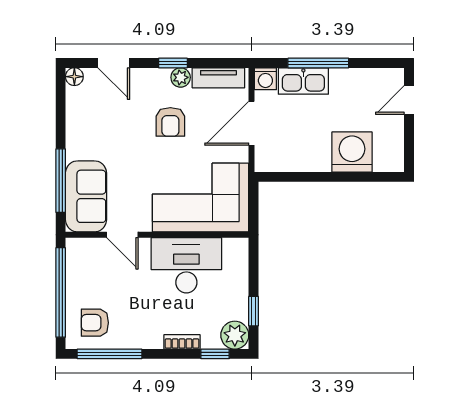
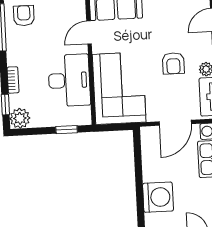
armchair: (170, 122) -> (173, 63), turned -90
door: (252, 123) -> (175, 123), swing flipped
window: (254, 311) -> (67, 130), moved

